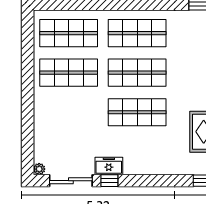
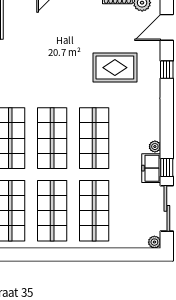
shop shelf: (69, 112) -> (94, 211), added
plant: (129, 169) -> (155, 147), added

